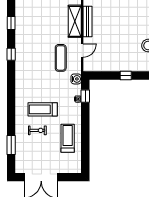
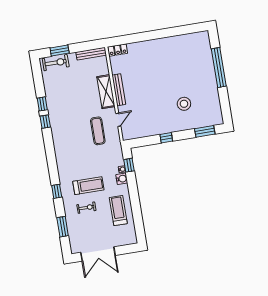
window: (11, 54) -> (45, 122), moved
water cooler: (76, 79) -> (122, 179), moved
treadmill: (43, 109) -> (88, 186), turned 180
window: (11, 110) -> (57, 191), added

